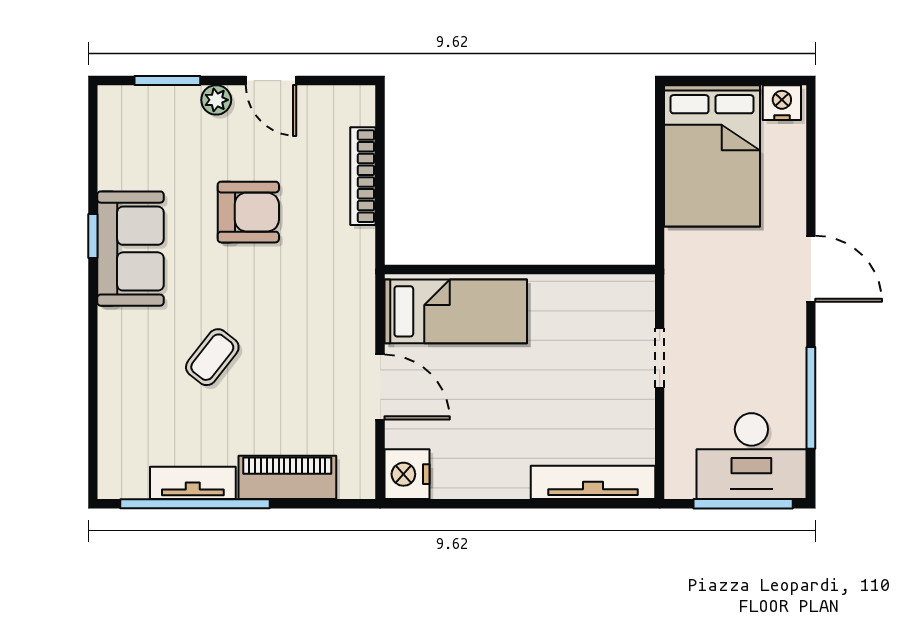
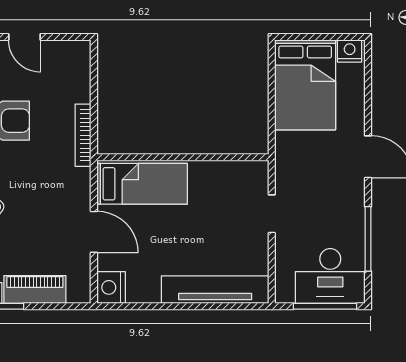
bookcase: (363, 176) -> (83, 135), moved
tv unit: (593, 482) -> (215, 290), width x1.36, depth x1.29

